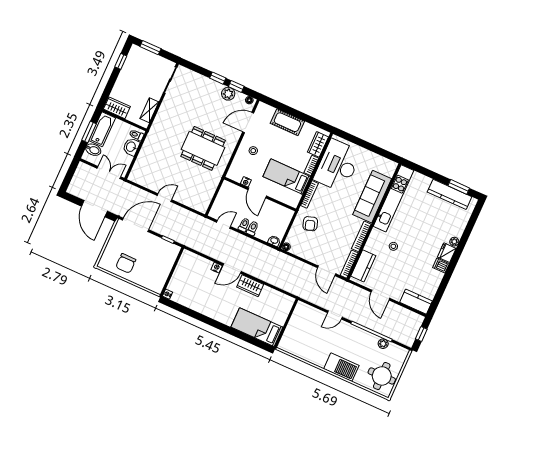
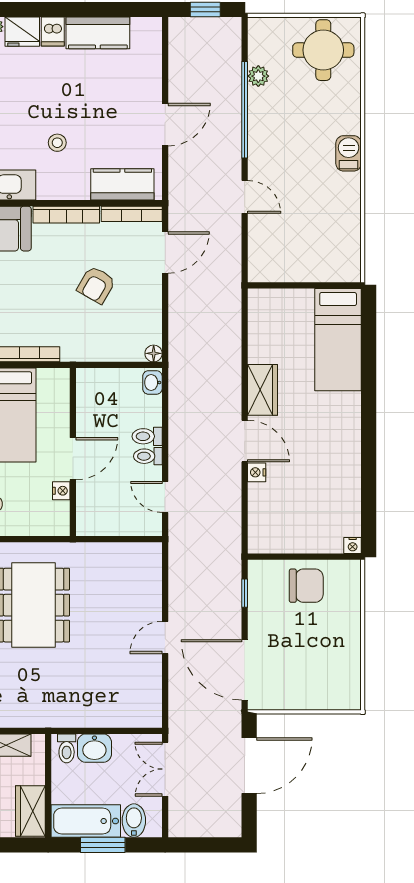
door: (164, 198) -> (165, 637), hinge flipped
armchair: (310, 224) -> (96, 285), moved, turned 138
chair: (126, 263) -> (306, 586), moved
kitchen counter: (416, 302) -> (98, 33), moved, turned -90
barbecue: (341, 367) -> (349, 153), width x0.53, depth x0.65

